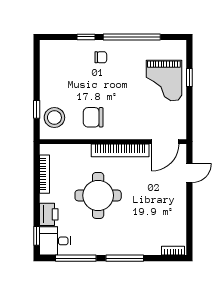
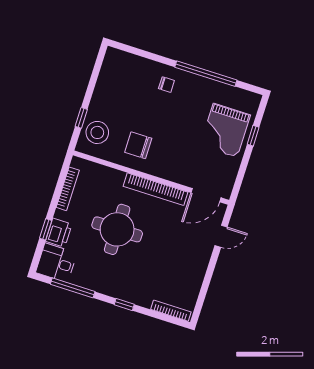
window: (86, 37) -> (158, 58), removed
window: (37, 236) -> (46, 229), moved
bookcase: (173, 251) -> (171, 311), width x1.56
window: (125, 258) -> (124, 304), width x0.46

